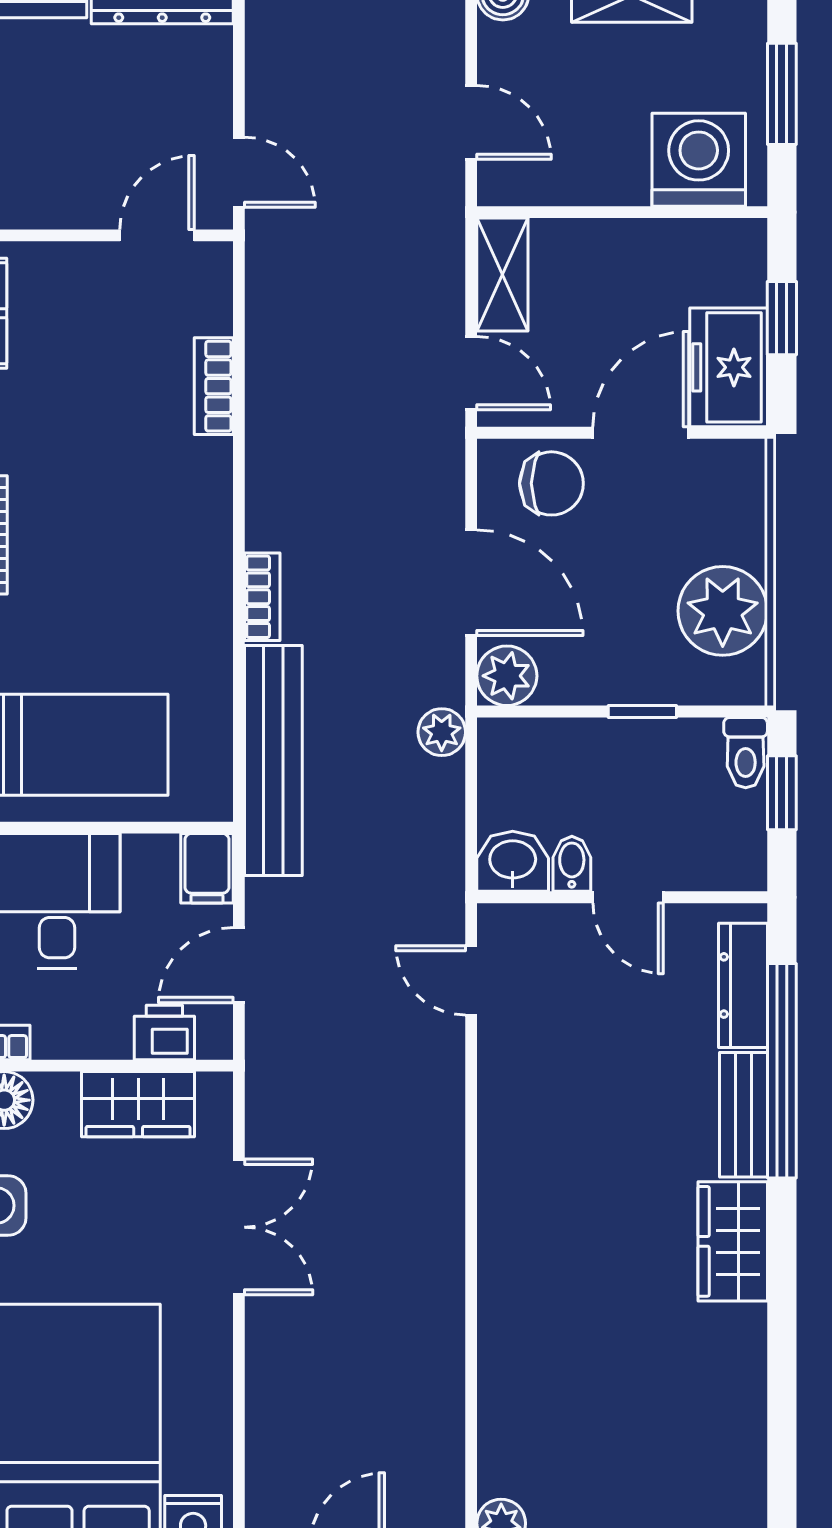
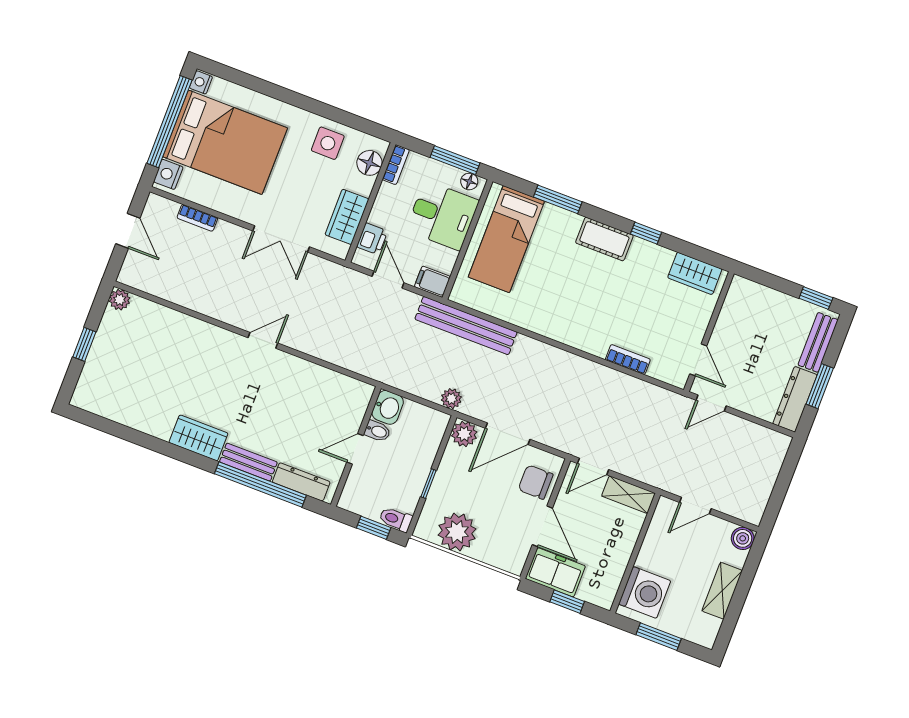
chair: (551, 483) -> (536, 482), turned 90
bookcase: (262, 597) -> (197, 218), moved
door: (471, 980) -> (263, 340), moved

